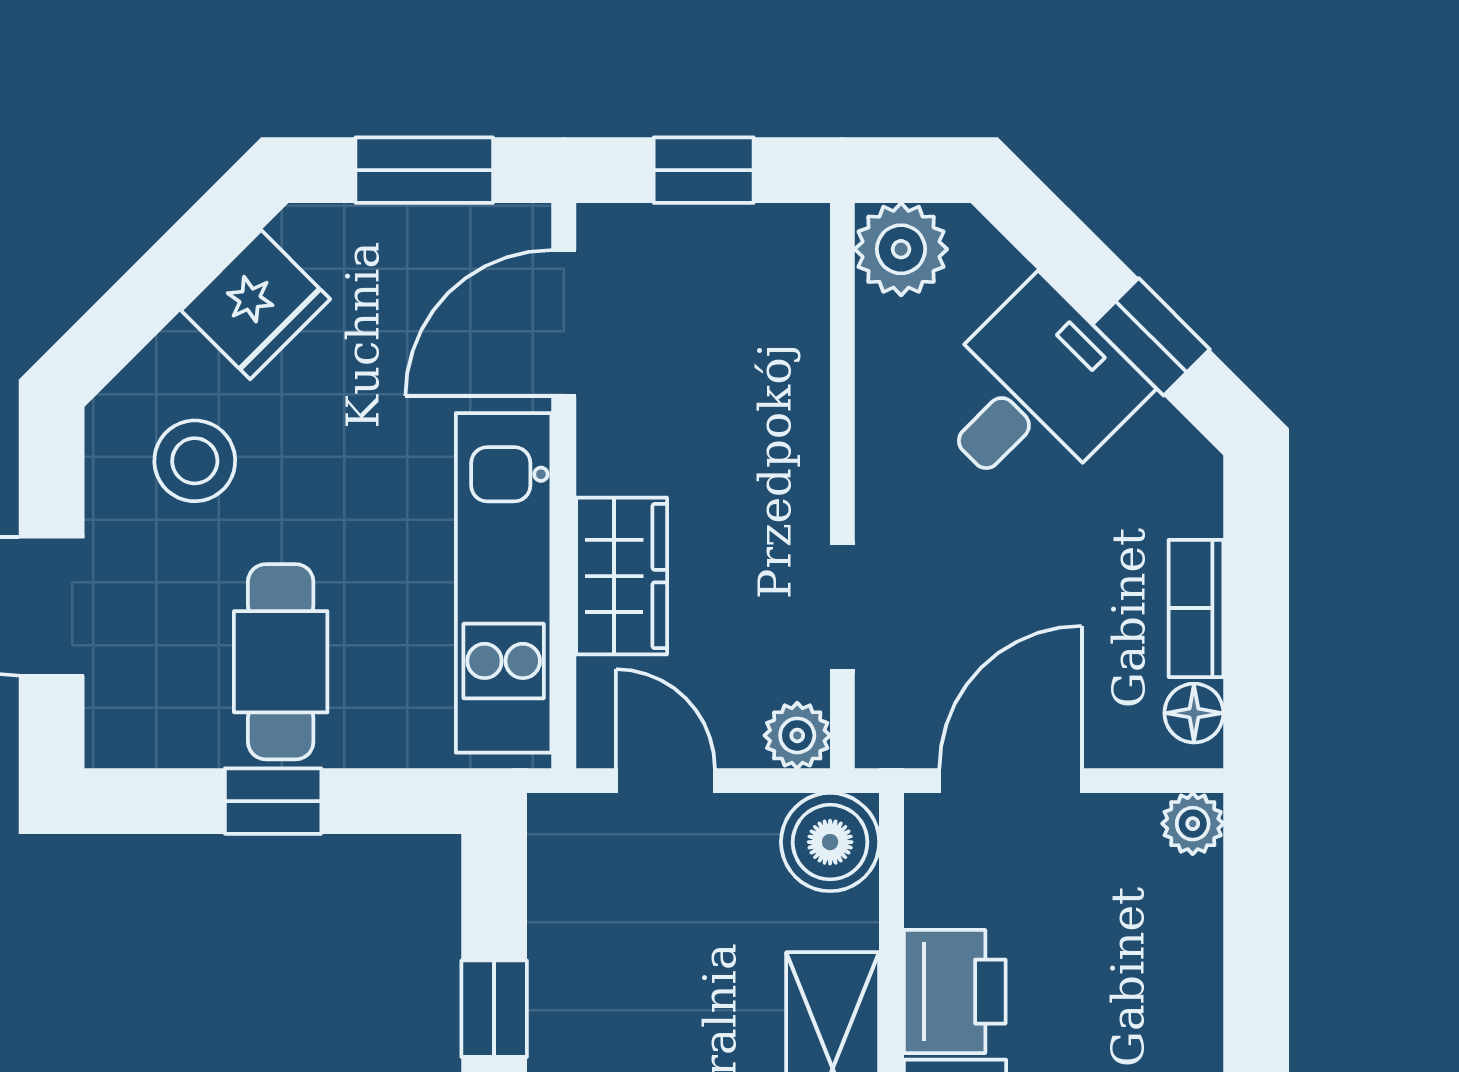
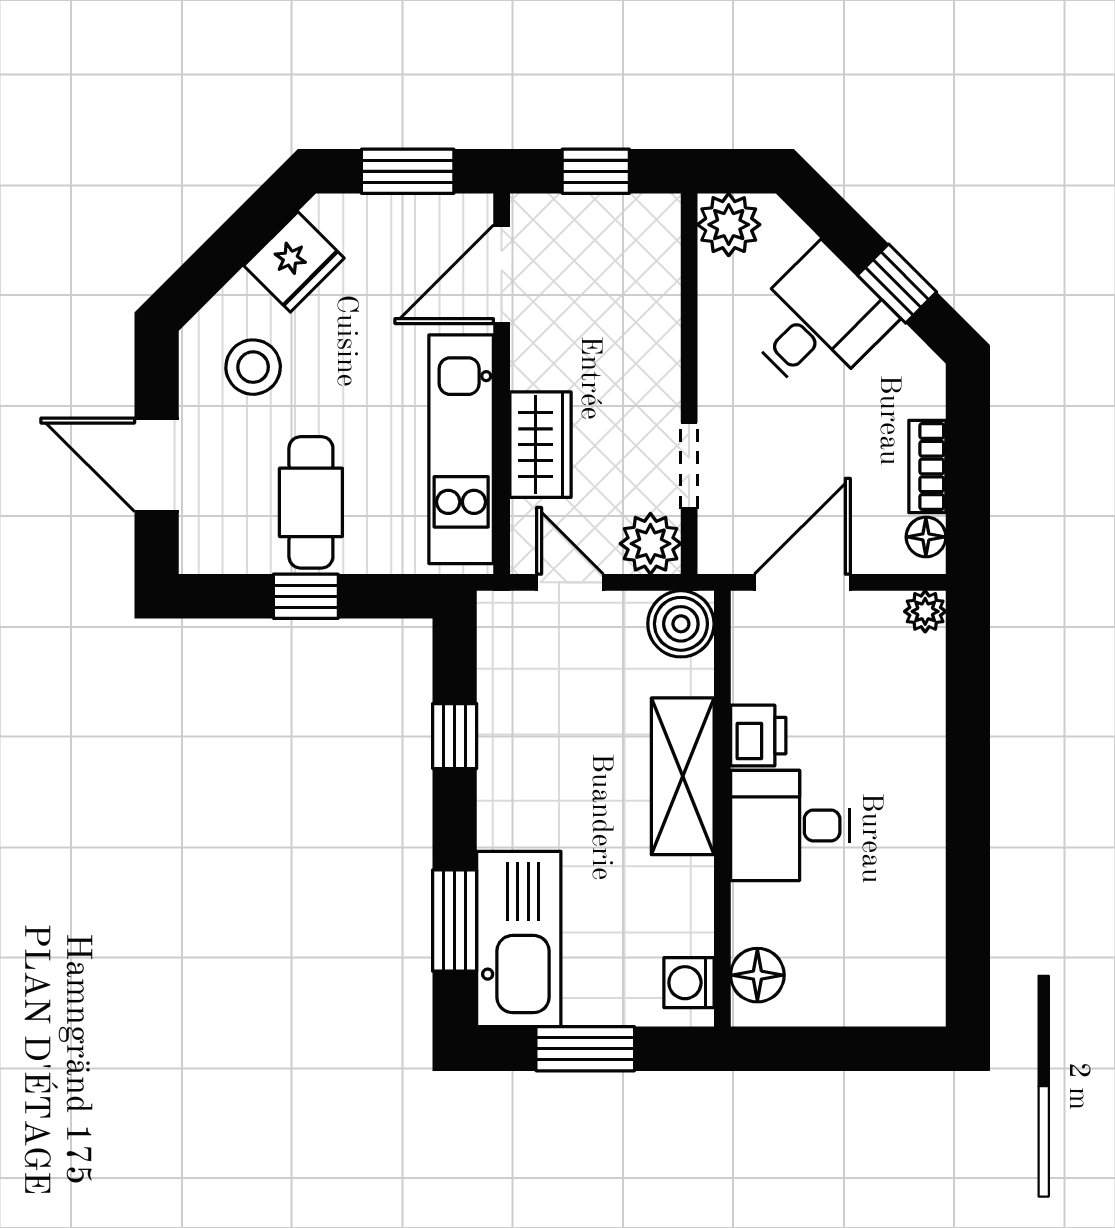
plant: (797, 735) -> (650, 544), width x1.38, depth x1.38
printer: (955, 992) -> (758, 736), width x0.73, depth x0.81

